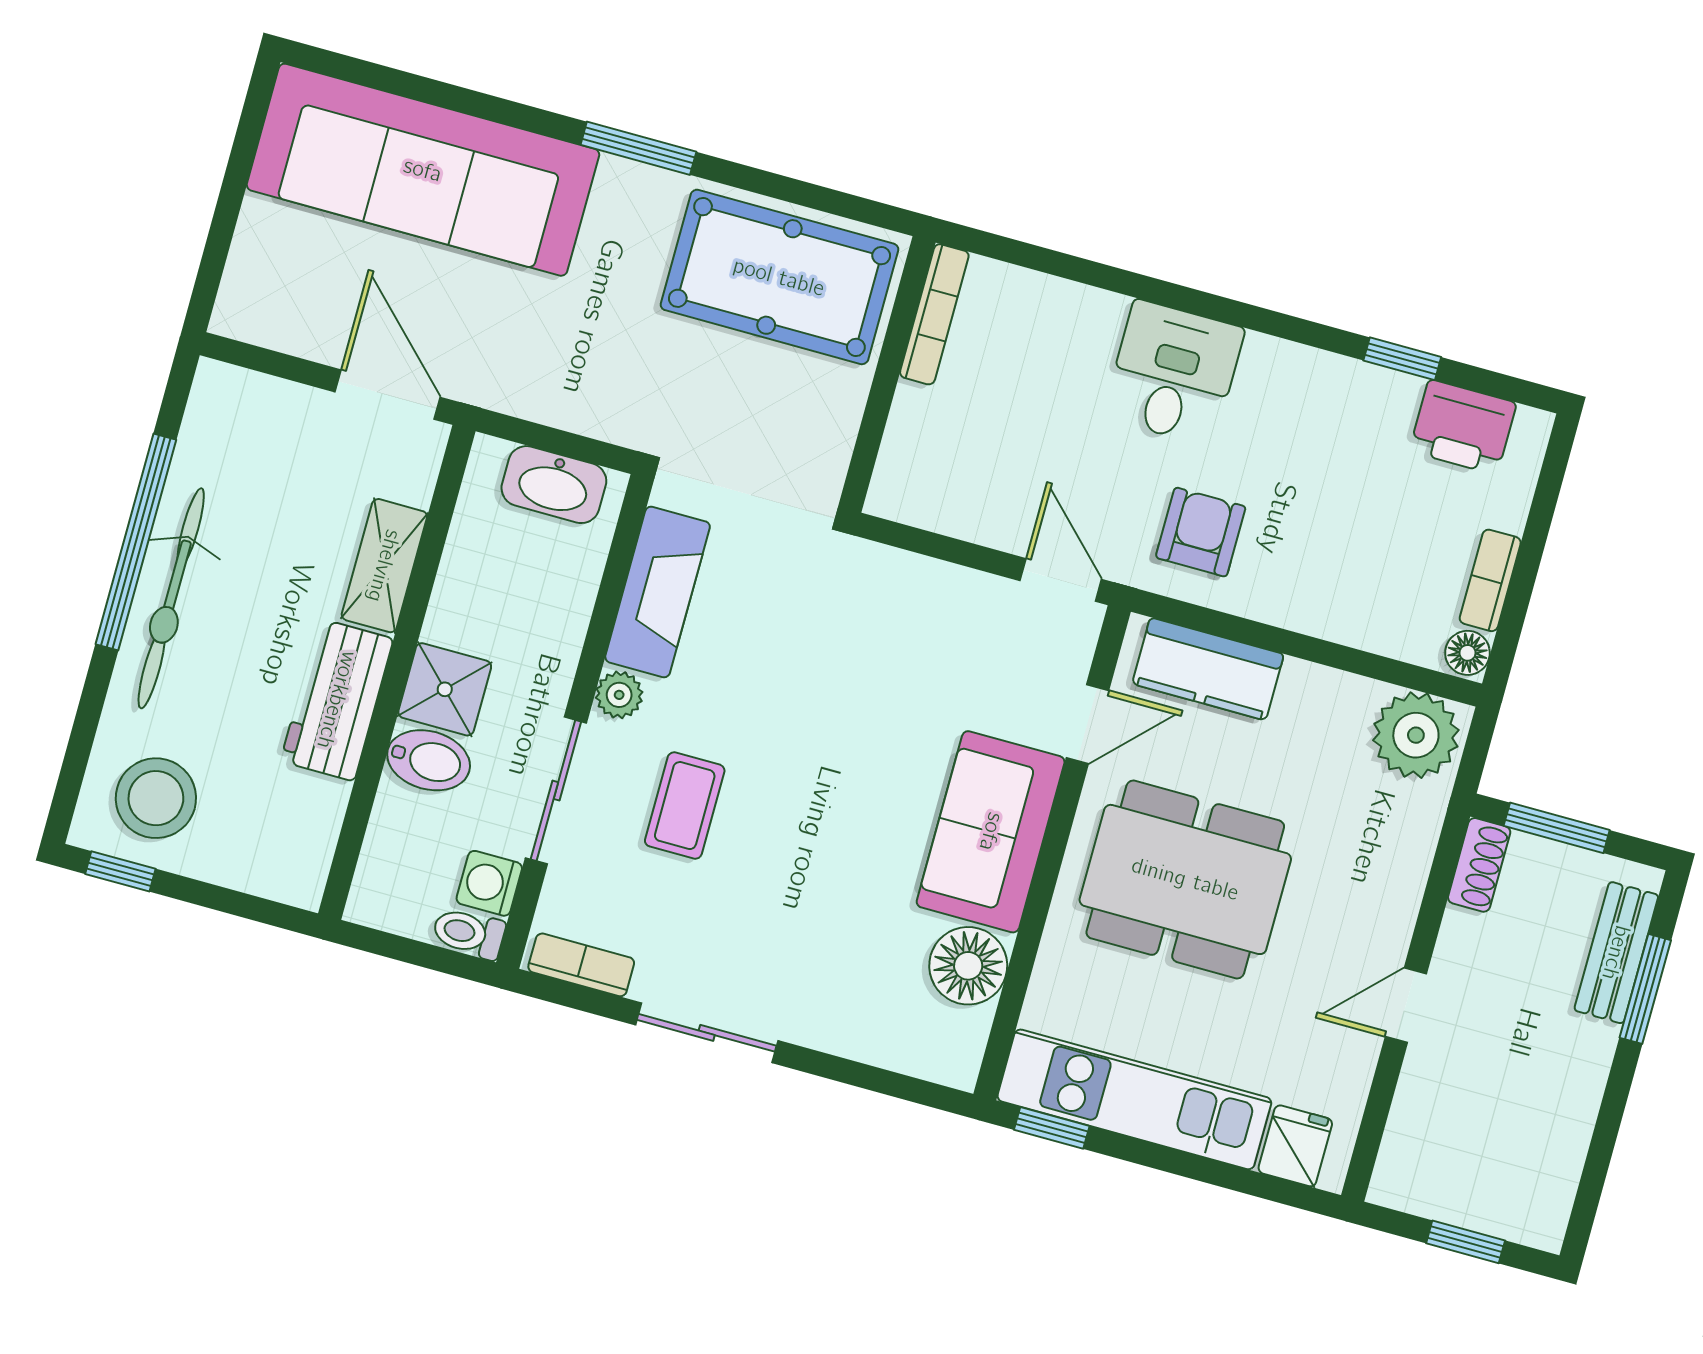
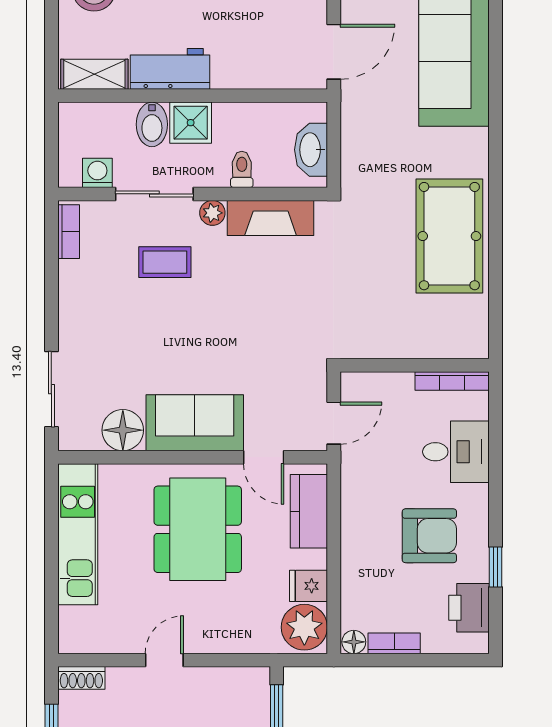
window: (638, 148) -> (495, 146), removed
bookcase: (934, 314) -> (452, 381), moved
wall: (887, 374) -> (415, 365), moved
armchair: (1201, 532) -> (429, 536), moved, width x1.38, depth x1.38
shelving: (384, 566) -> (94, 74), moved
shoe rack: (1479, 865) -> (81, 678), moved
toilet: (469, 933) -> (242, 169), moved
door: (1406, 1005) -> (164, 660), hinge flipped
sliding door: (707, 1033) -> (51, 389), moved
window: (1052, 1128) -> (51, 496), removed
fridge: (1295, 1146) -> (308, 586), moved, turned 180

